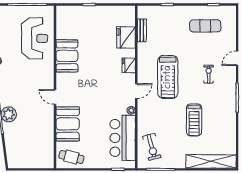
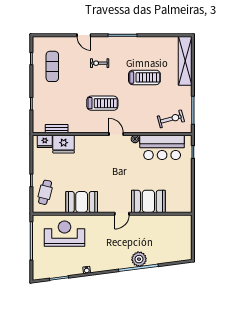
fridge: (129, 65) -> (45, 141), moved
treadmill: (168, 77) -> (102, 103), width x0.73, depth x0.73
cafe table: (71, 157) -> (45, 192), moved

